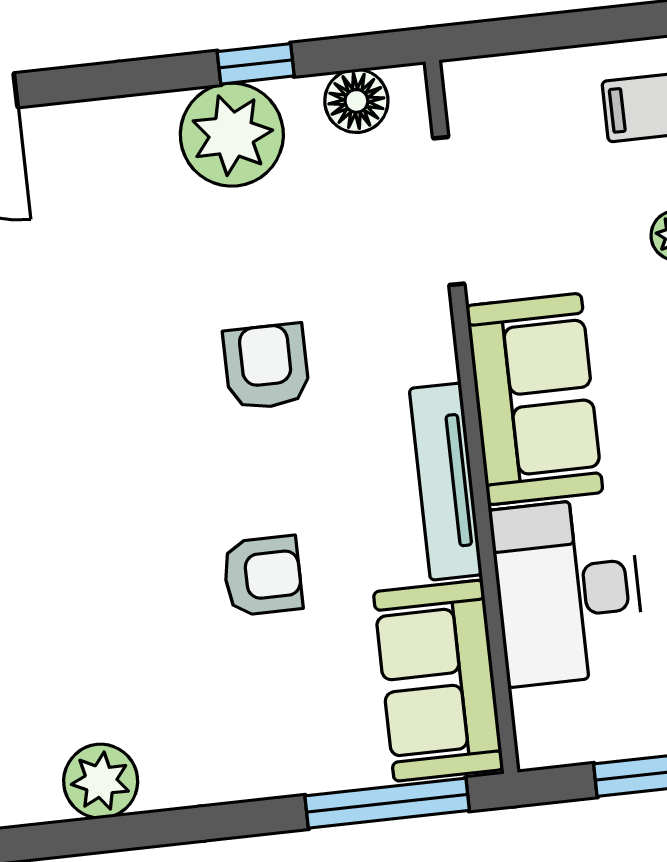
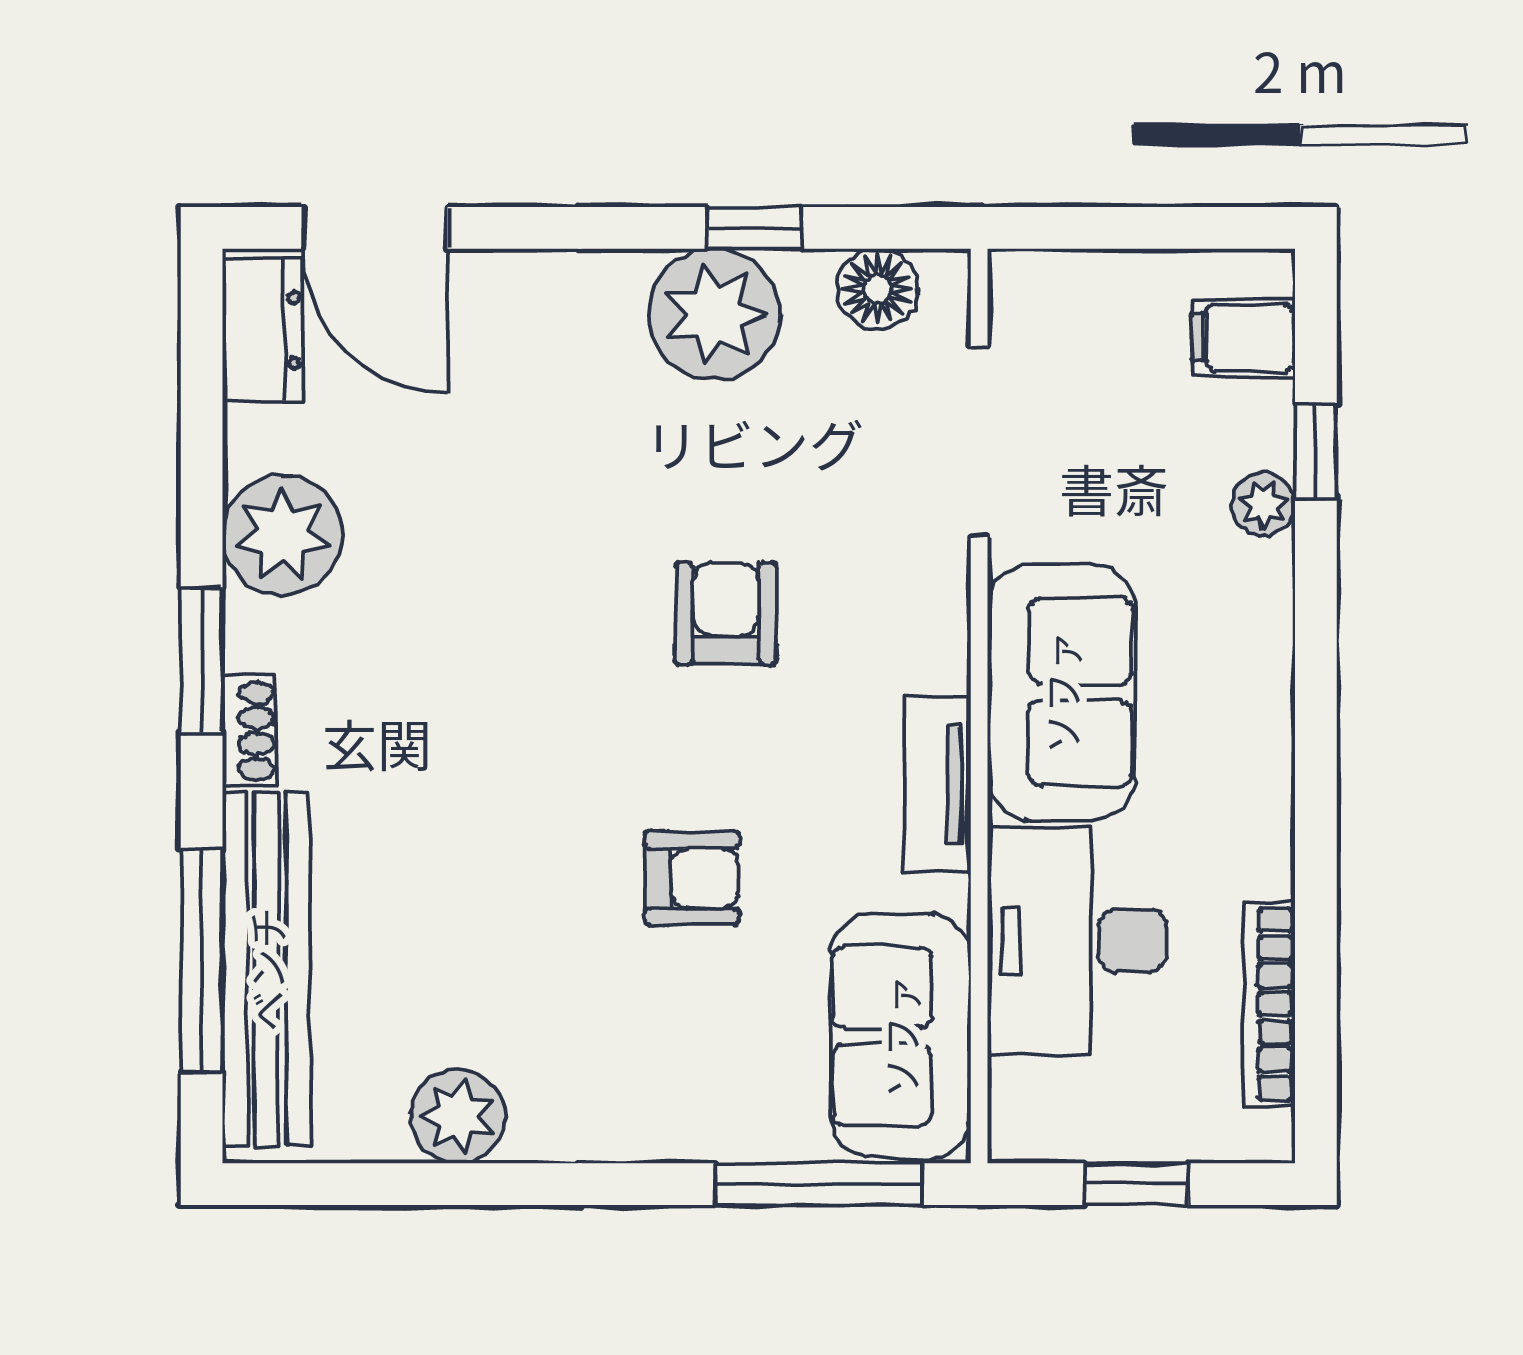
tv unit: (446, 482) -> (937, 784), width x0.71

